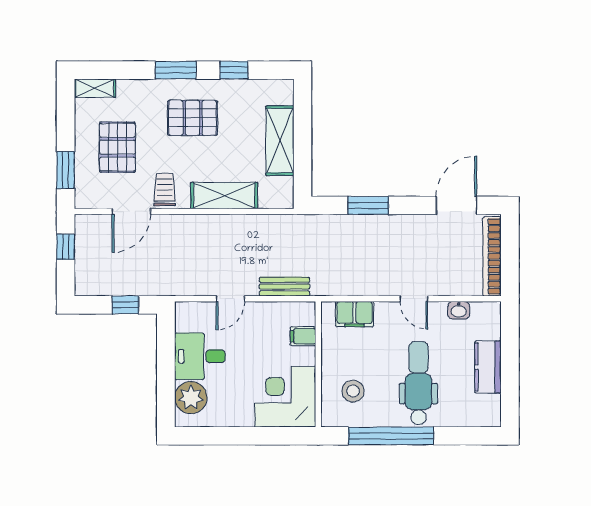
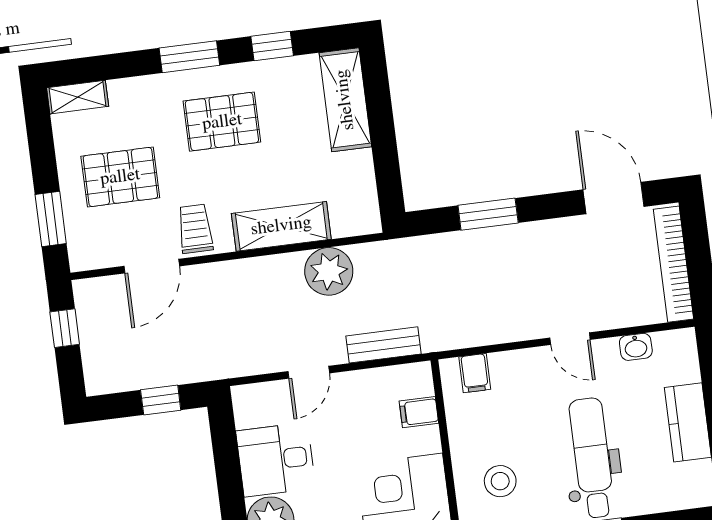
shelving: (280, 141) -> (345, 100), moved
pallet: (117, 147) -> (120, 177), turned 90
door: (456, 205) -> (614, 198), hinge flipped
plant: (253, 231) -> (329, 271), added
filing cabinet: (355, 314) -> (475, 373), width x0.50

